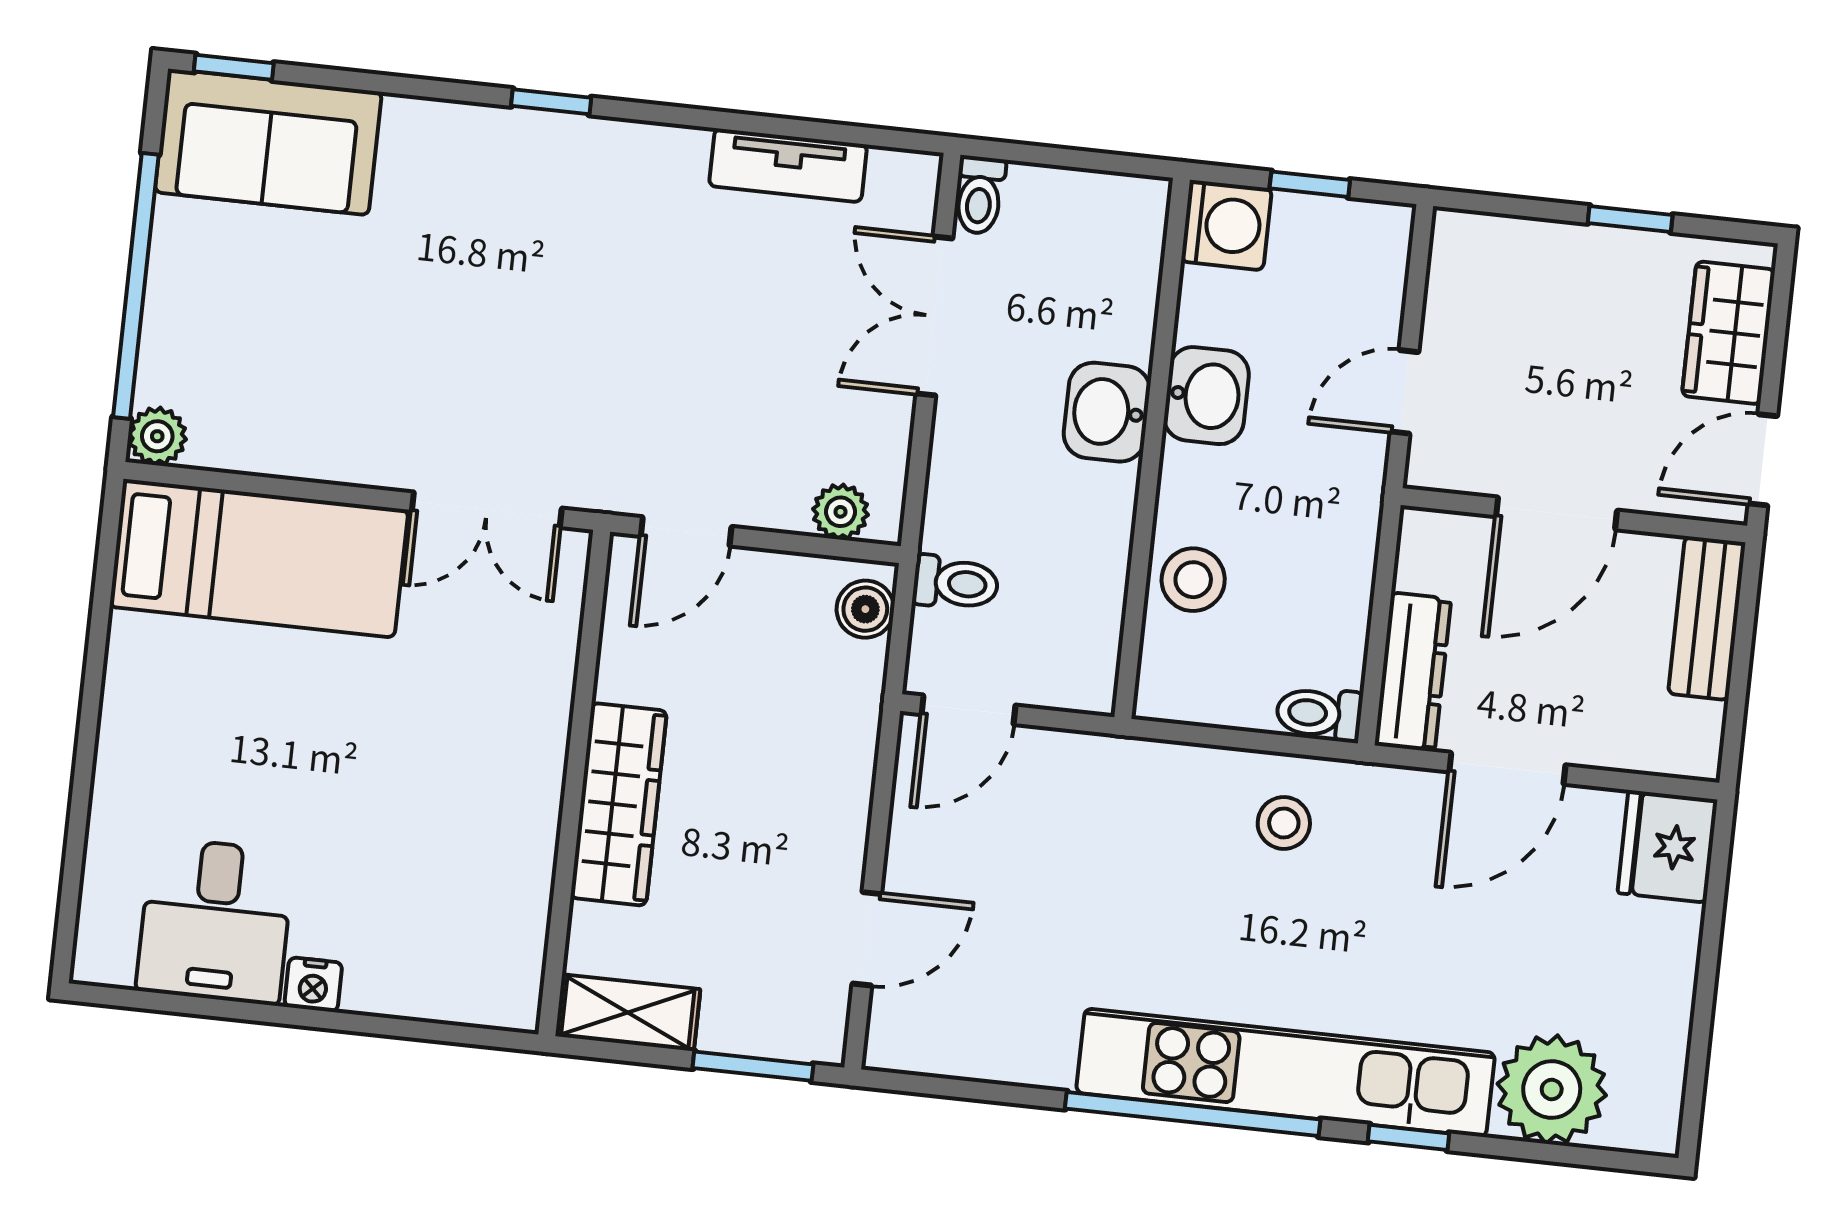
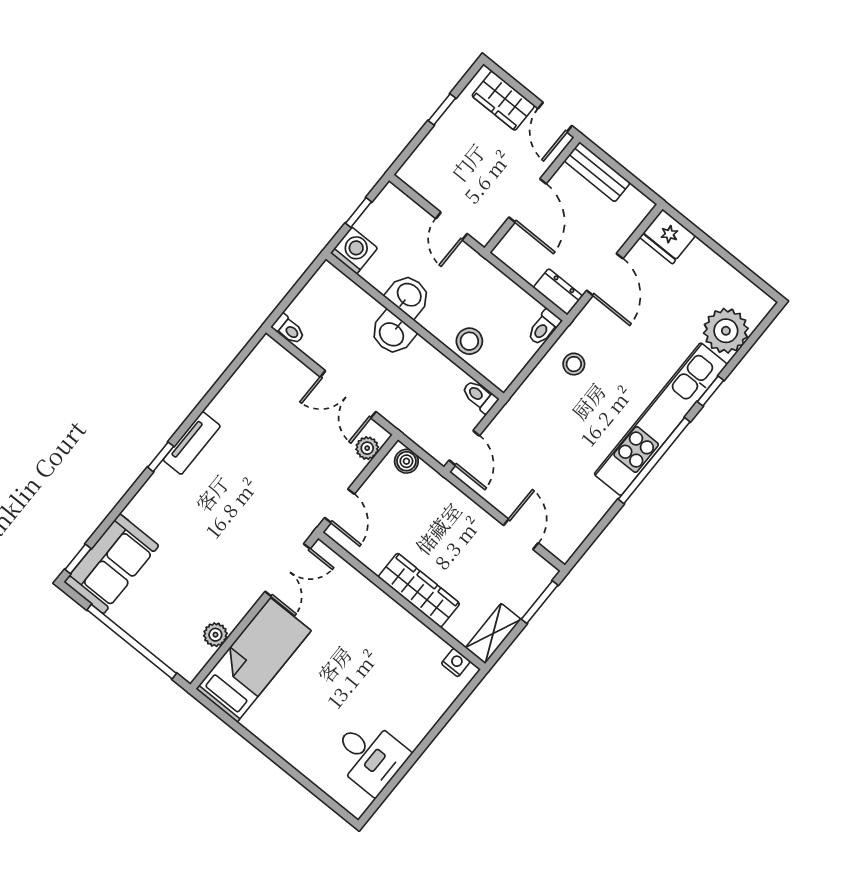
tv unit: (788, 165) -> (192, 443), moved
double door: (934, 316) -> (348, 394), moved
plant: (157, 436) -> (215, 635), moved
toilet: (956, 583) -> (480, 396), moved, turned -90
dresser: (1413, 672) -> (558, 292), width x0.70
nightstand: (313, 985) -> (456, 662), moved, turned -90

